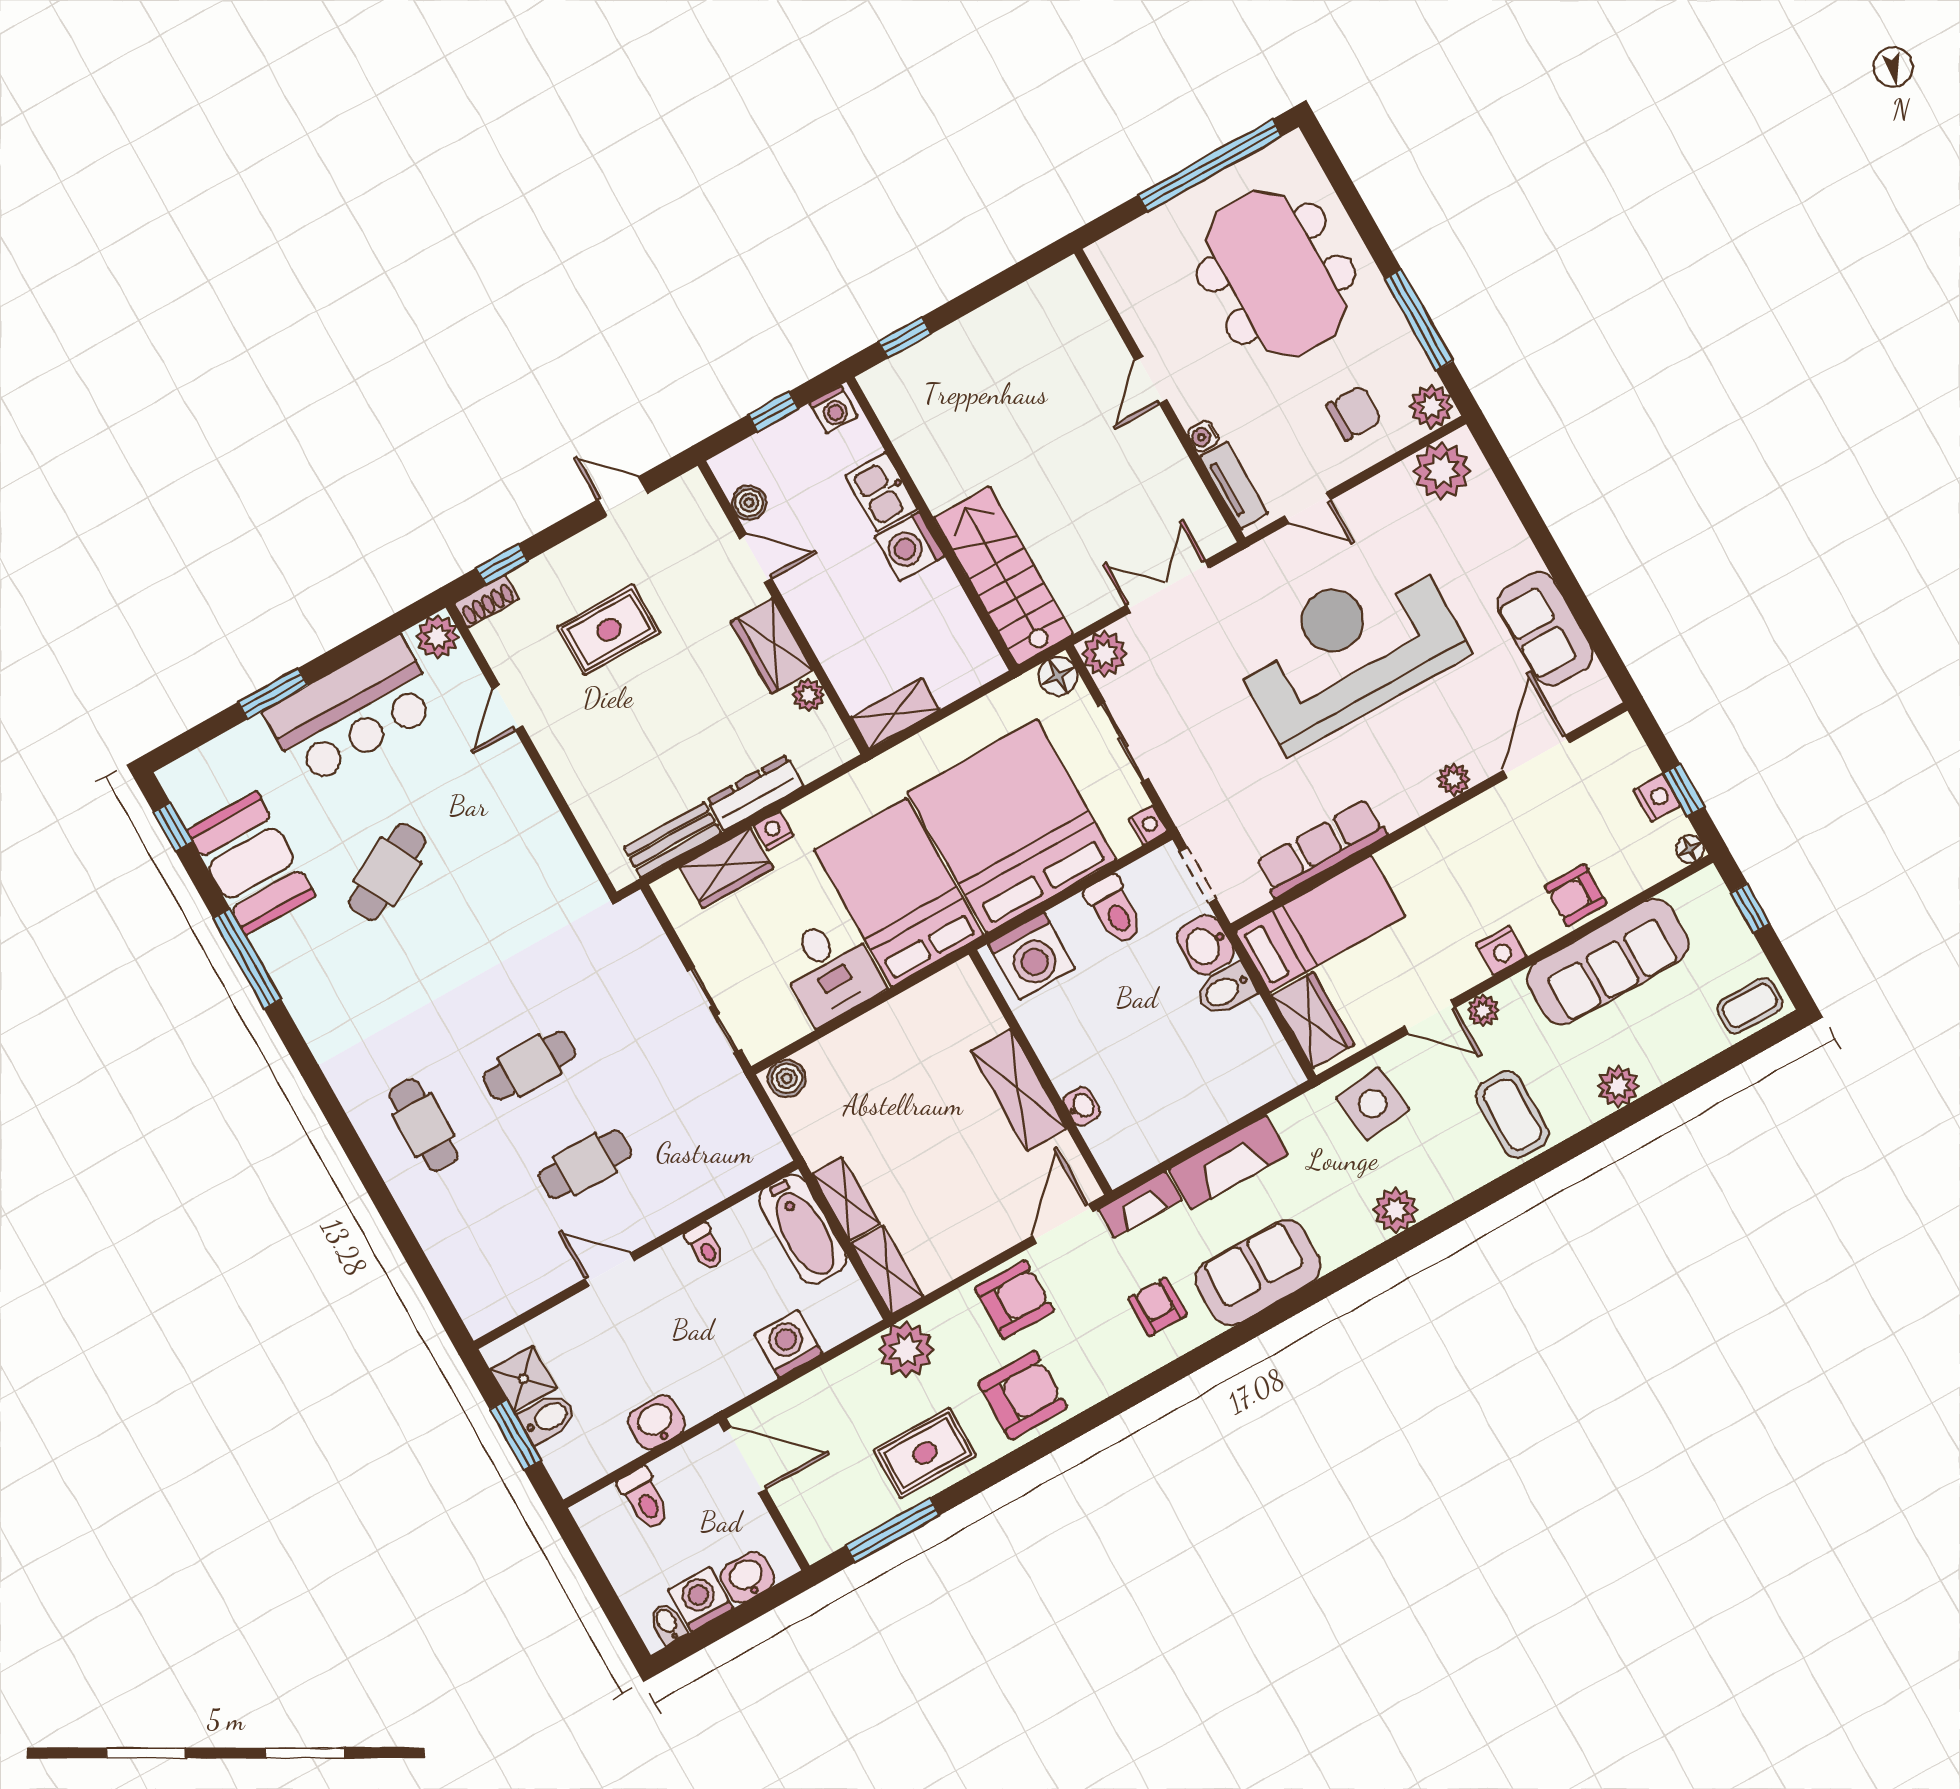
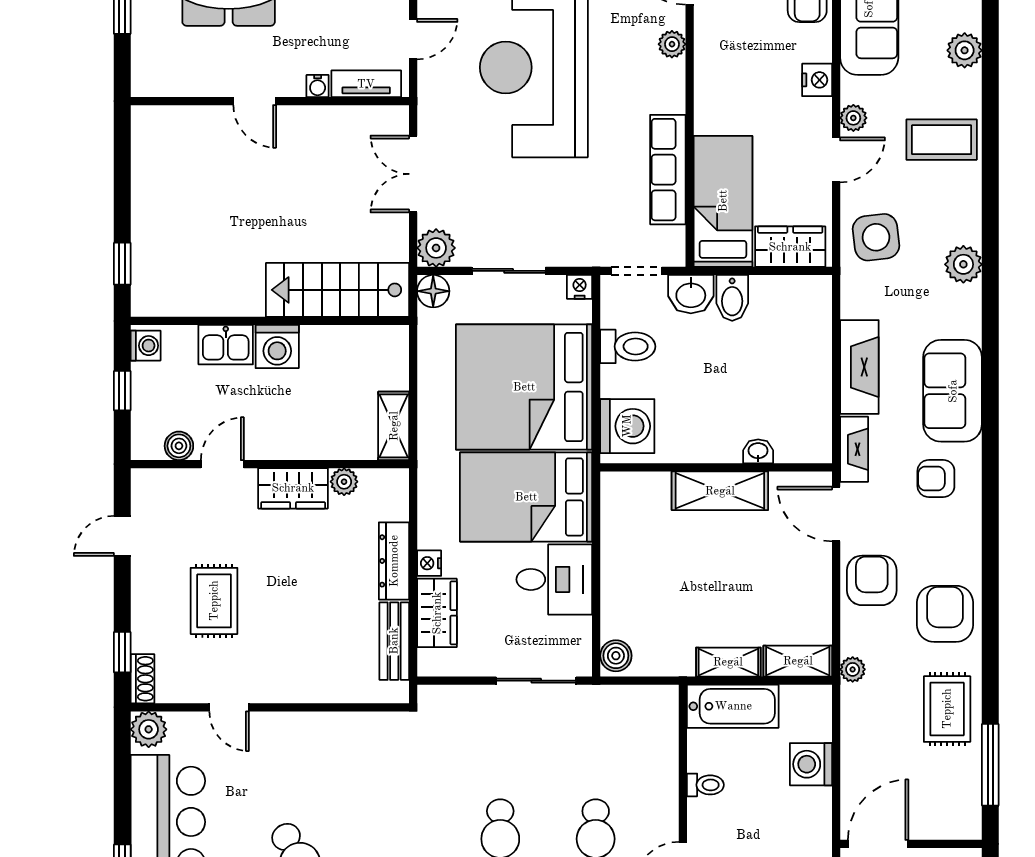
plant: (906, 1350) -> (853, 669), width x0.53, depth x0.53

